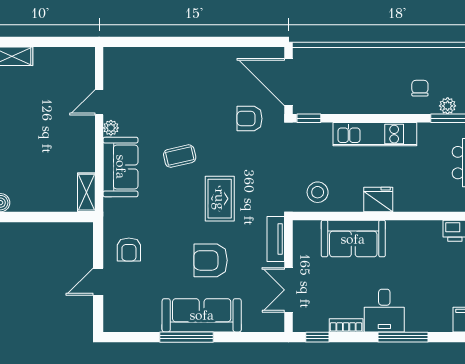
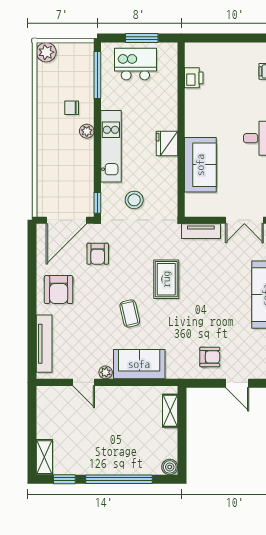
tv unit: (144, 56) -> (44, 344), added
plant: (448, 106) -> (87, 131), moved
shelving: (86, 192) -> (170, 411), moved, turned 90
stool: (318, 192) -> (134, 200), moved
rug: (220, 199) -> (166, 279), turned 90
armchair: (211, 260) -> (59, 290), moved

